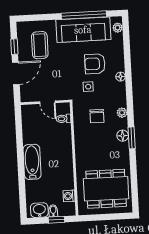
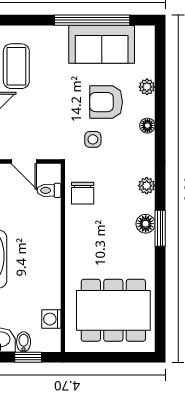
plant: (118, 28) -> (147, 87), moved
sofa: (83, 30) -> (102, 44), width x0.73
chair: (97, 116) -> (83, 193), moved

